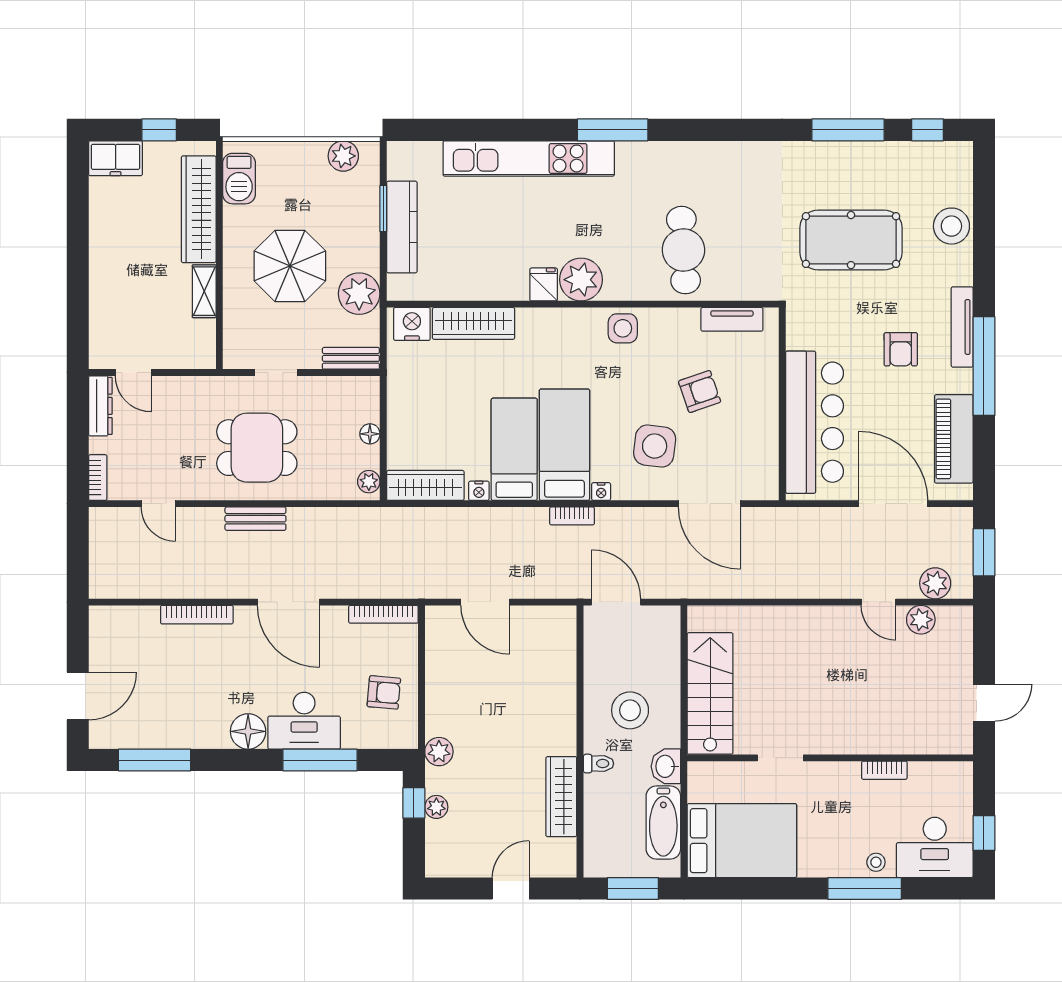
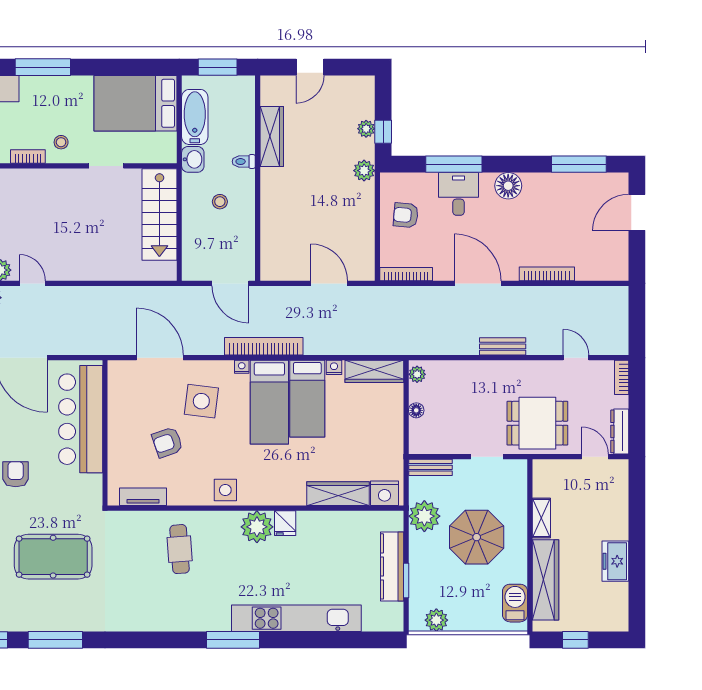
freezer: (116, 158) -> (615, 561), moved, turned -90
cafe table: (683, 250) -> (180, 549), width x0.73, depth x0.74
dining table: (257, 448) -> (537, 423), moved
bookcase: (572, 516) -> (264, 346), width x2.31, depth x1.31
stool: (630, 710) -> (220, 202), width x0.53, depth x0.53
desk: (304, 721) -> (458, 194), width x0.73
stool: (876, 862) -> (61, 142), moved

